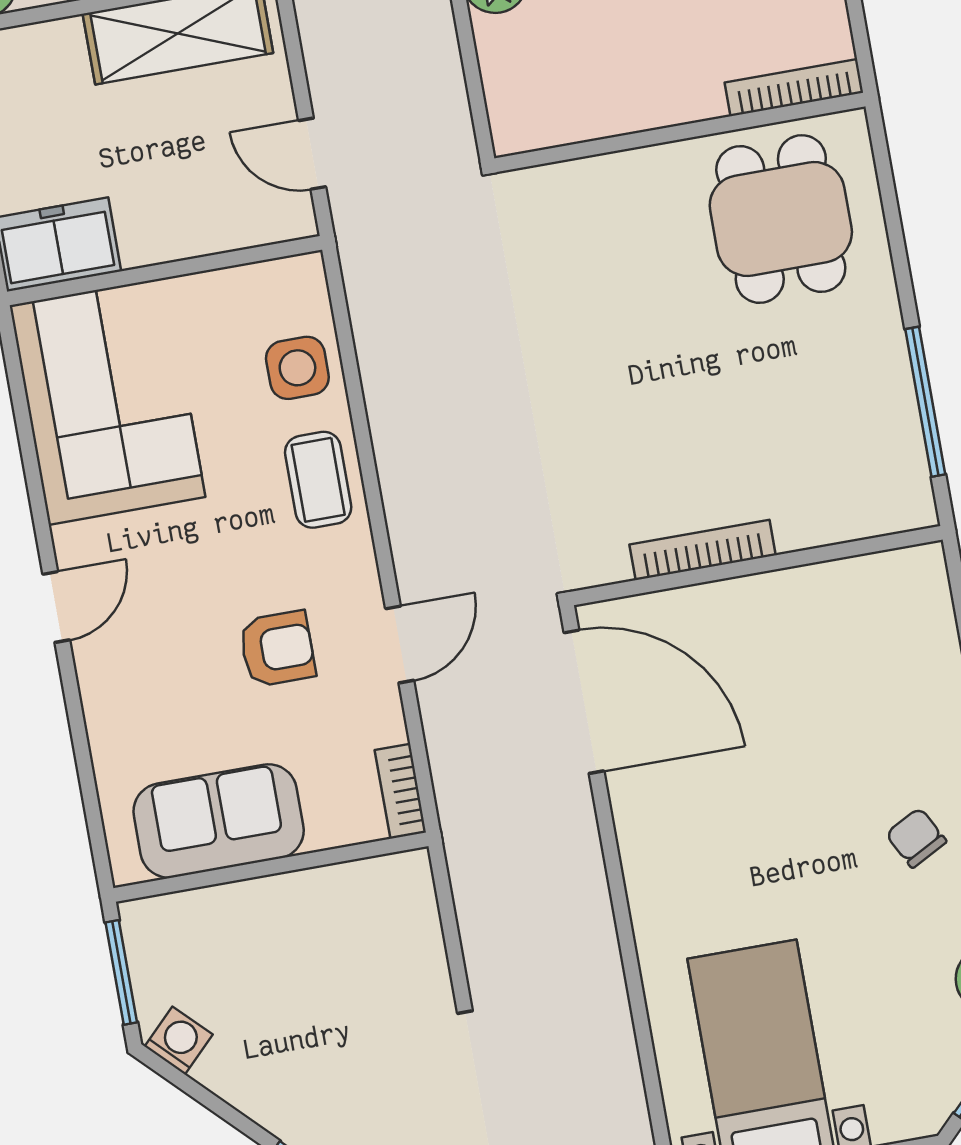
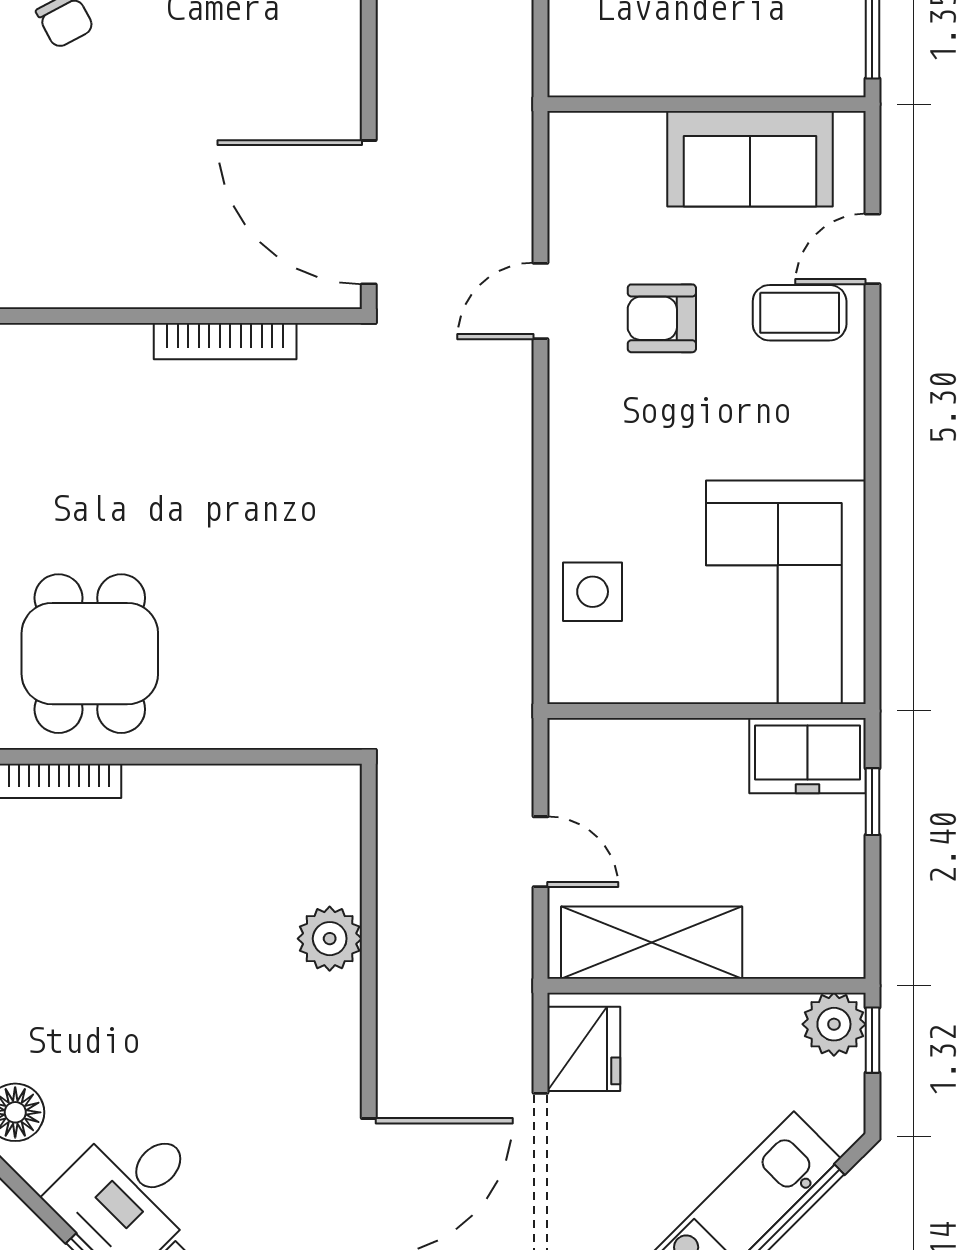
door: (312, 154) -> (540, 852), moved
coffee table: (318, 480) -> (800, 313), moved, turned 90
door: (56, 607) -> (872, 249), moved
bookcase: (400, 791) -> (565, 156), removed

